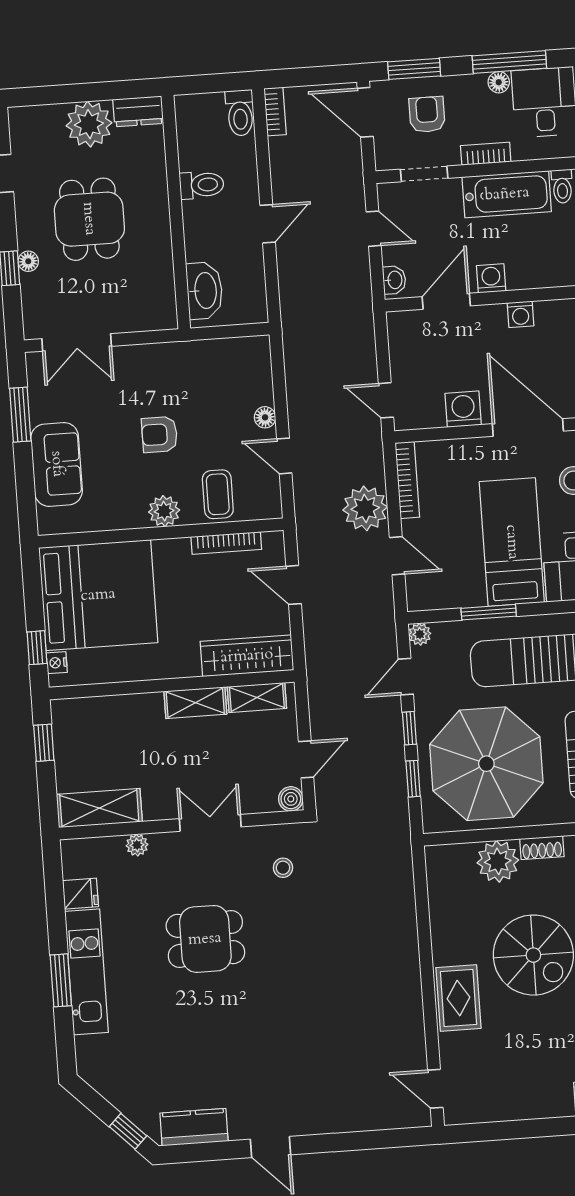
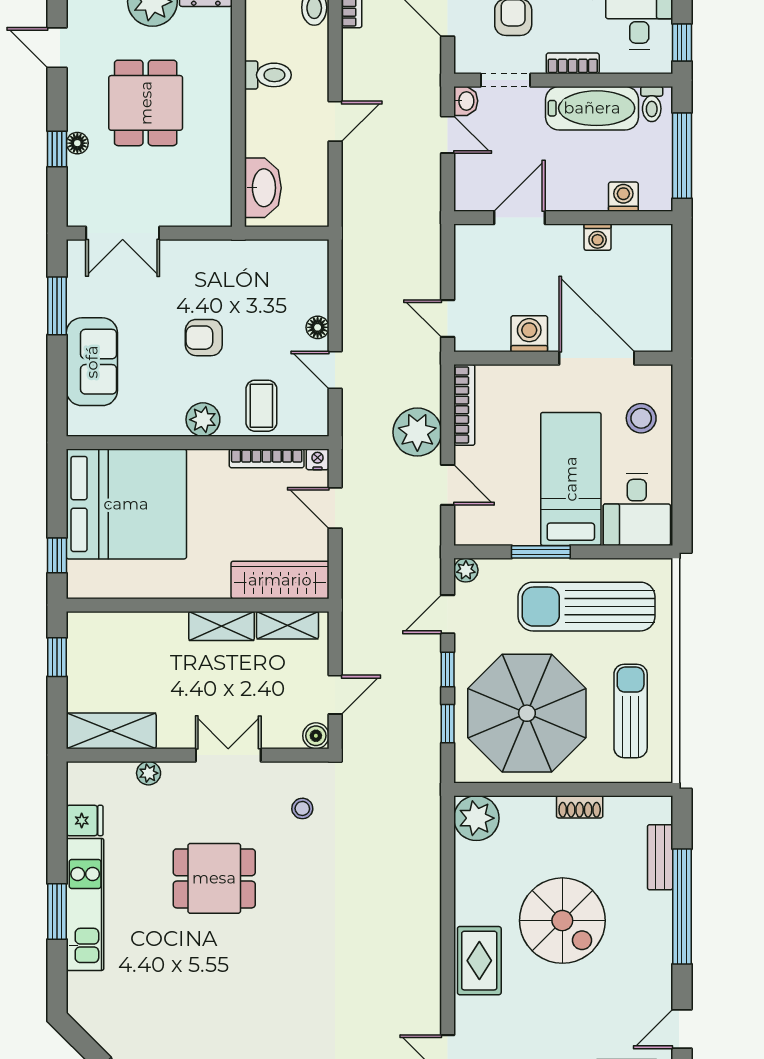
washing machine: (491, 278) -> (623, 197), moved
washbasin: (394, 280) -> (466, 101), moved
nightstand: (57, 663) -> (318, 459), moved, turned 90
plant: (498, 861) -> (476, 818), moved

